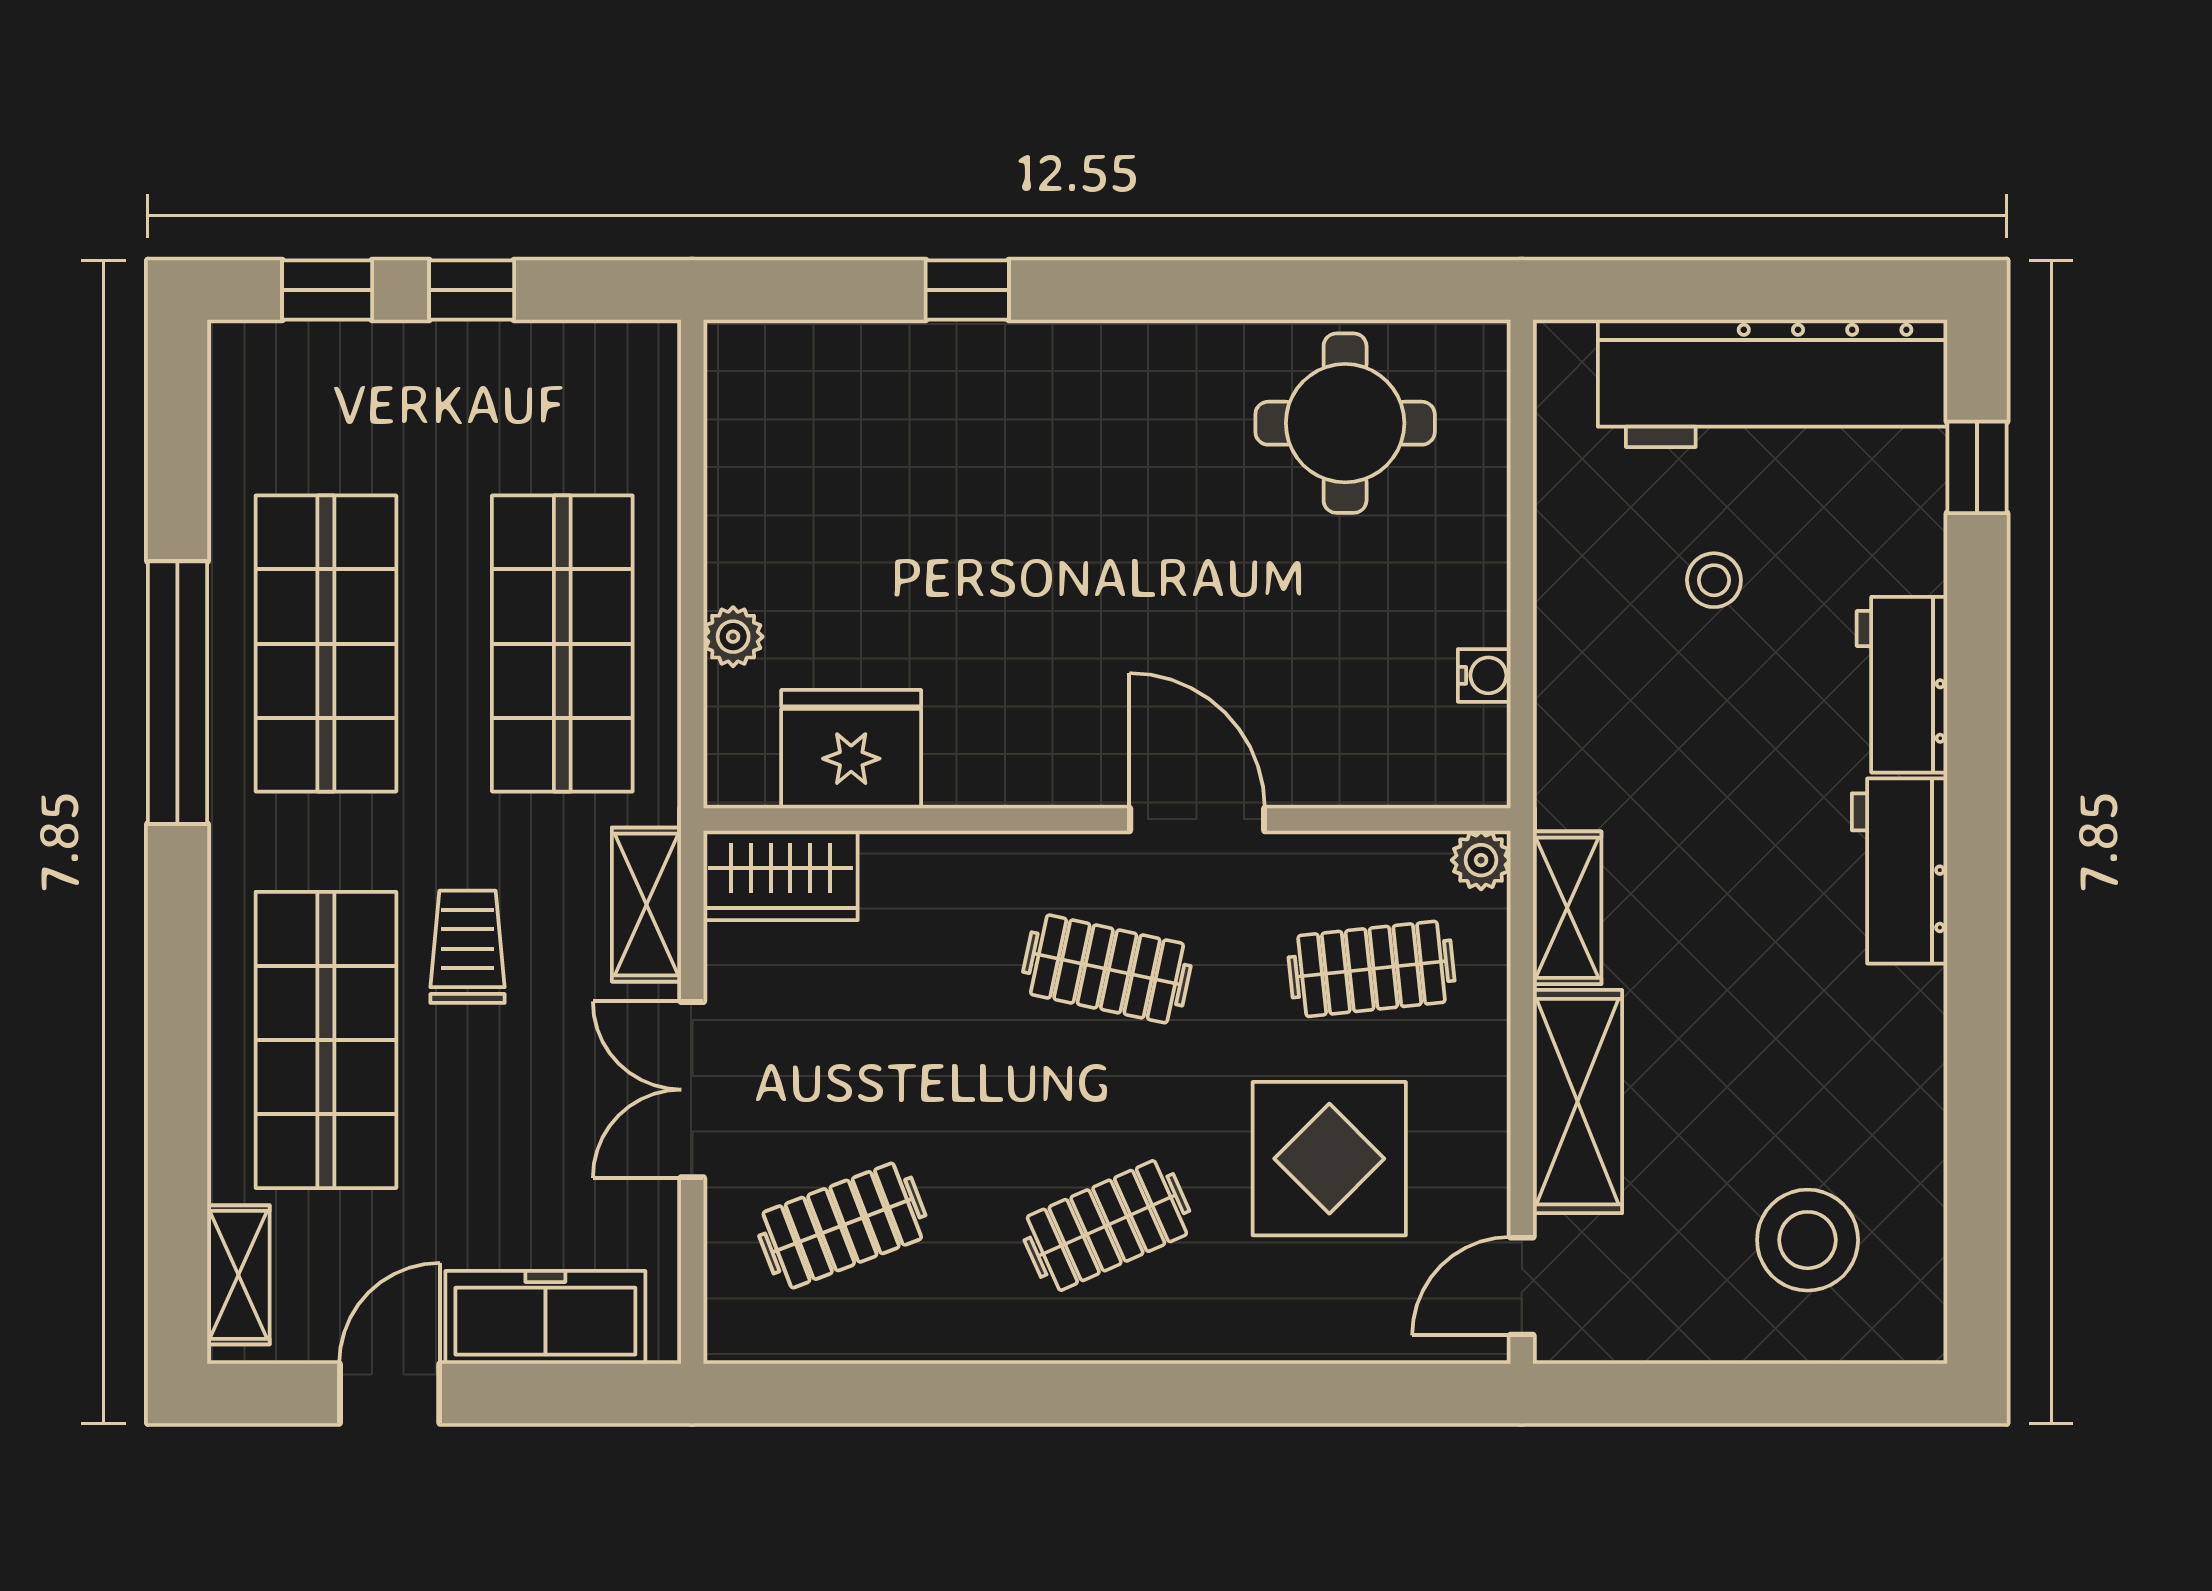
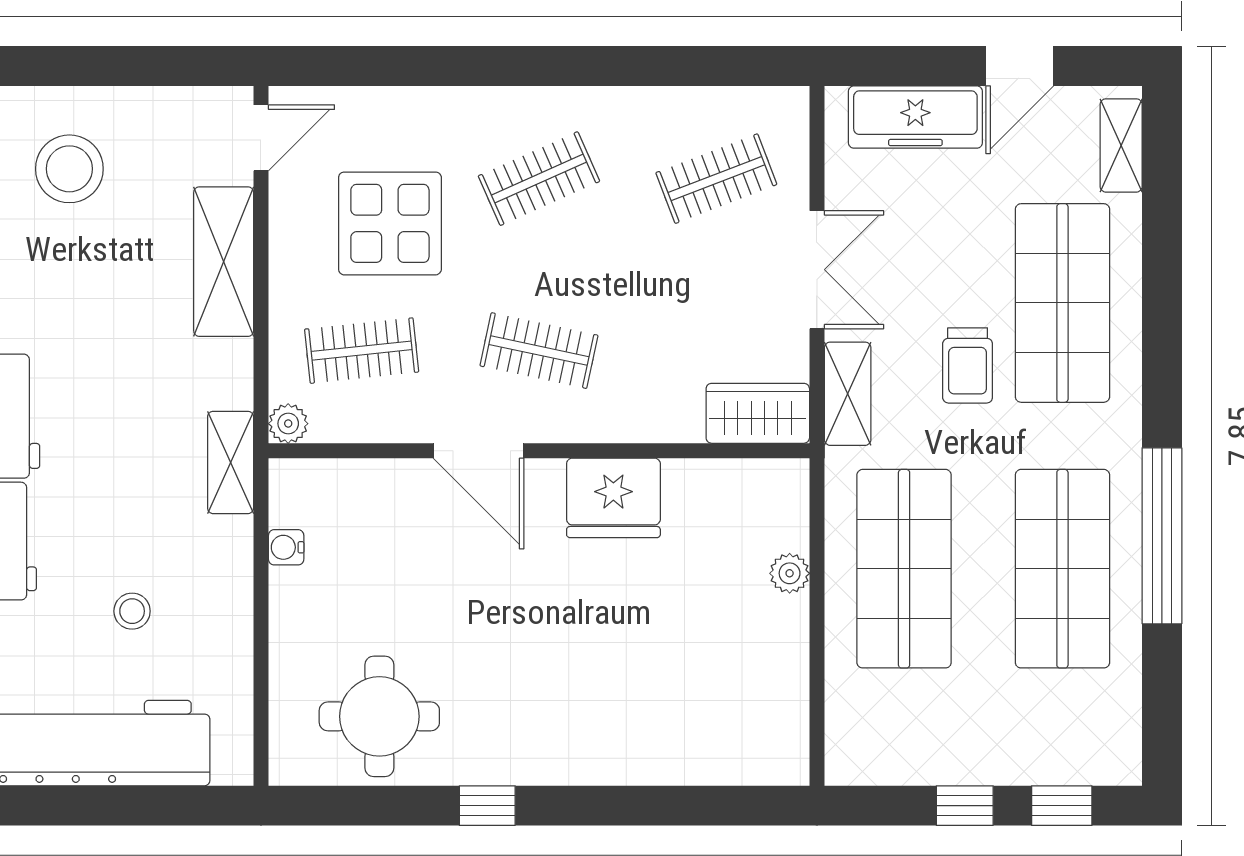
window: (967, 290) -> (487, 806), moved
fridge: (851, 749) -> (613, 498), moved
shelving: (1567, 908) -> (231, 462), moved

